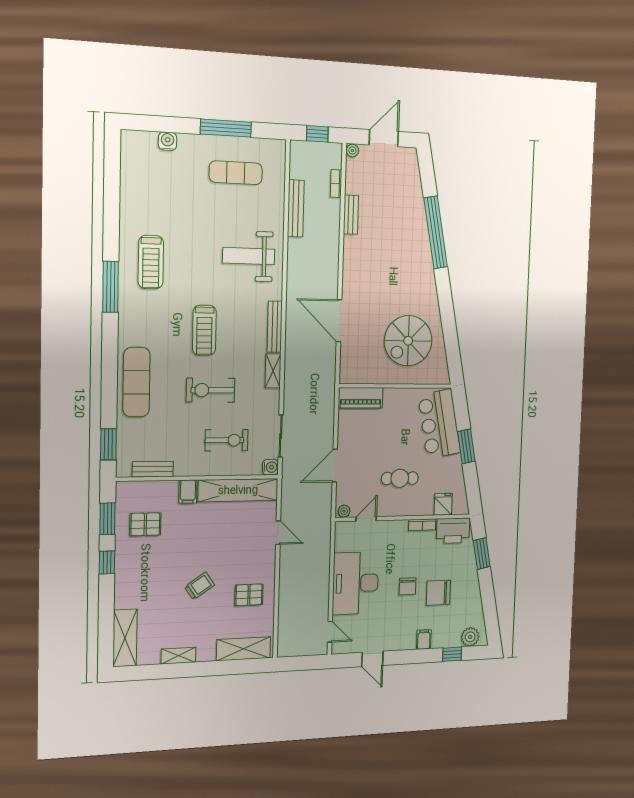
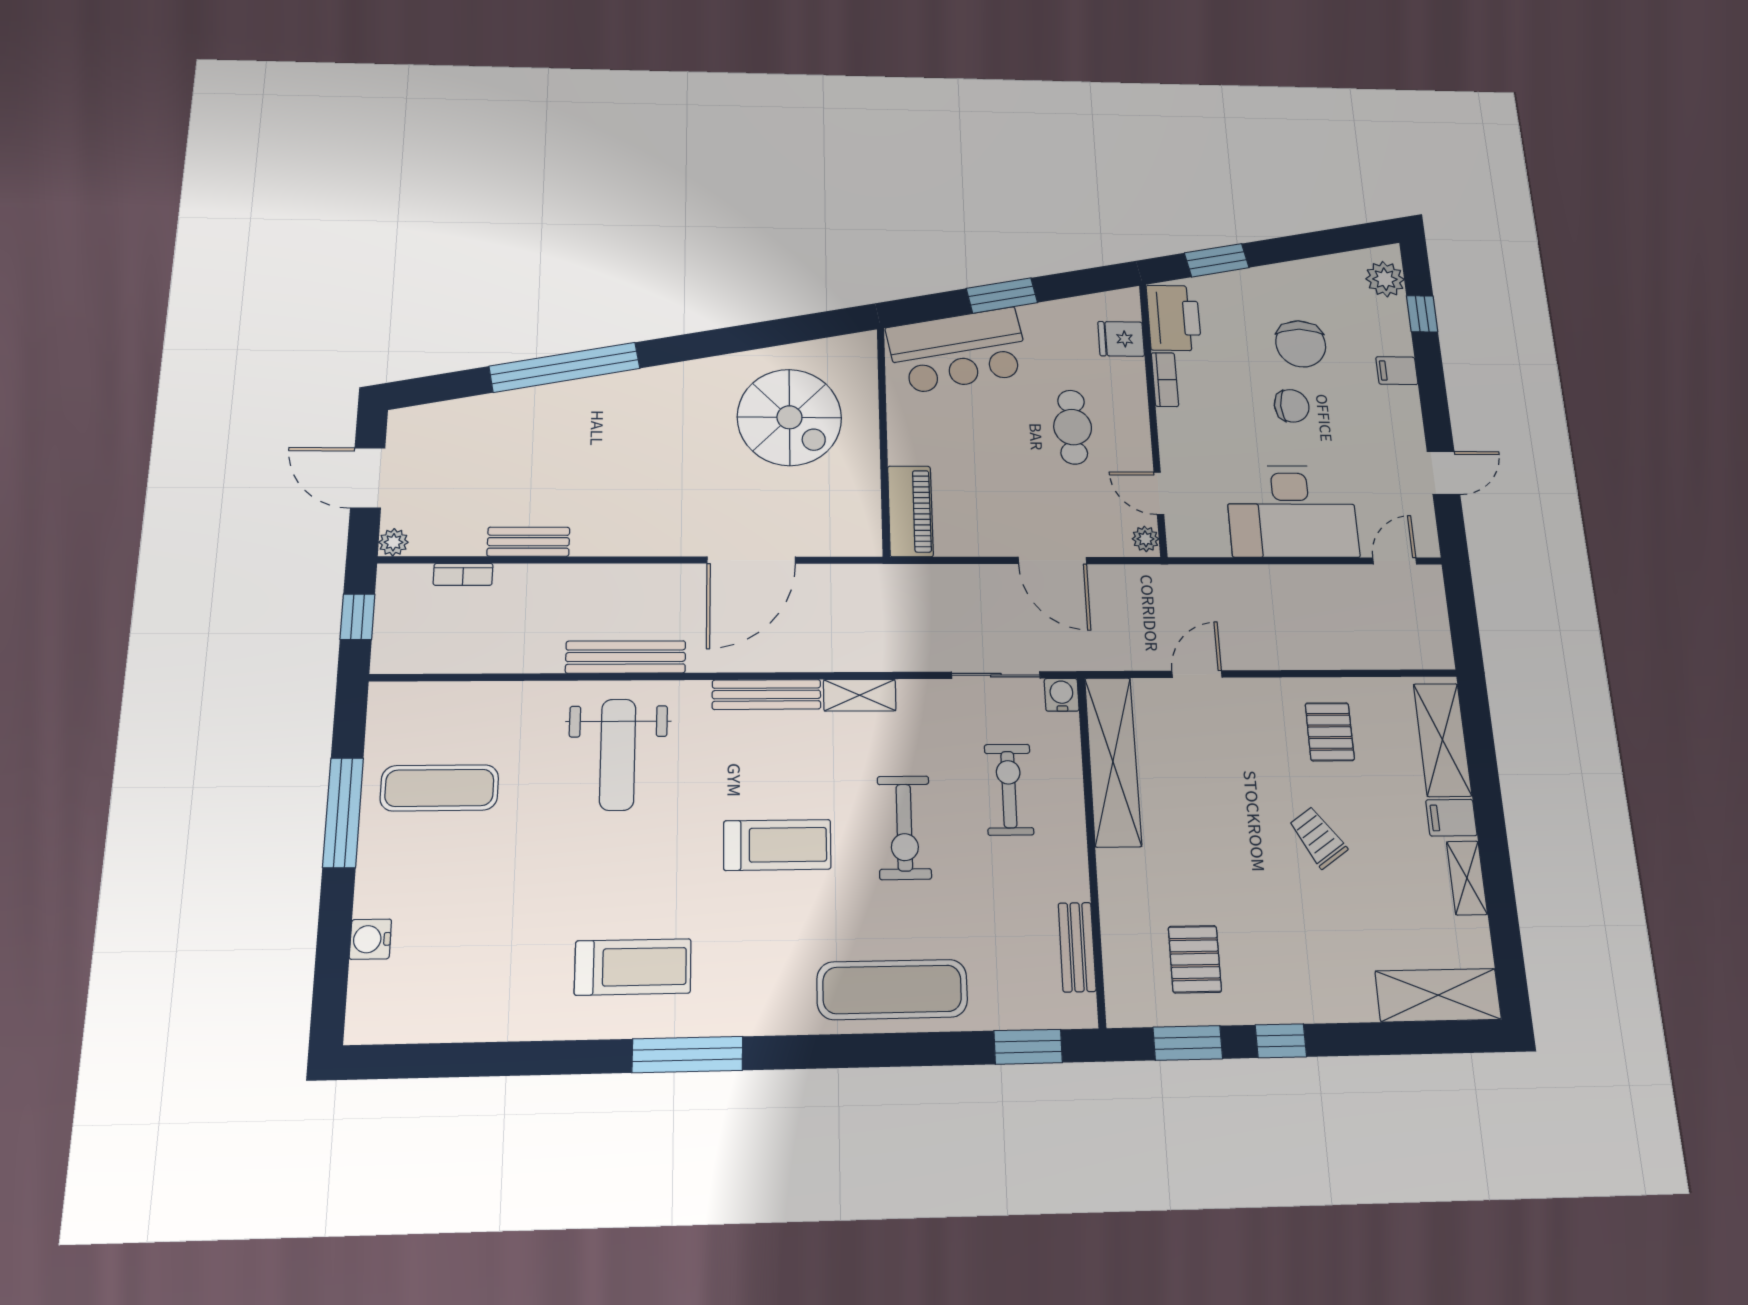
exercise mat: (236, 173) -> (439, 788), turned 90
bench: (296, 208) -> (626, 657), moved
filing cabinet: (188, 492) -> (1451, 818), moved, turned 180

